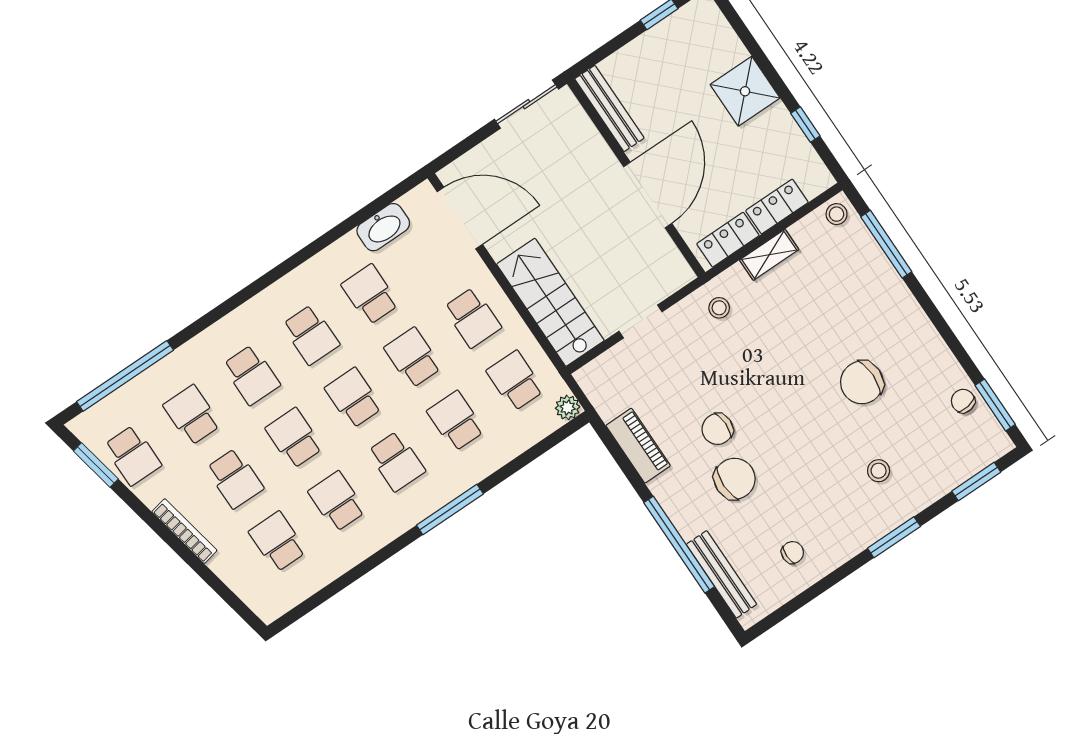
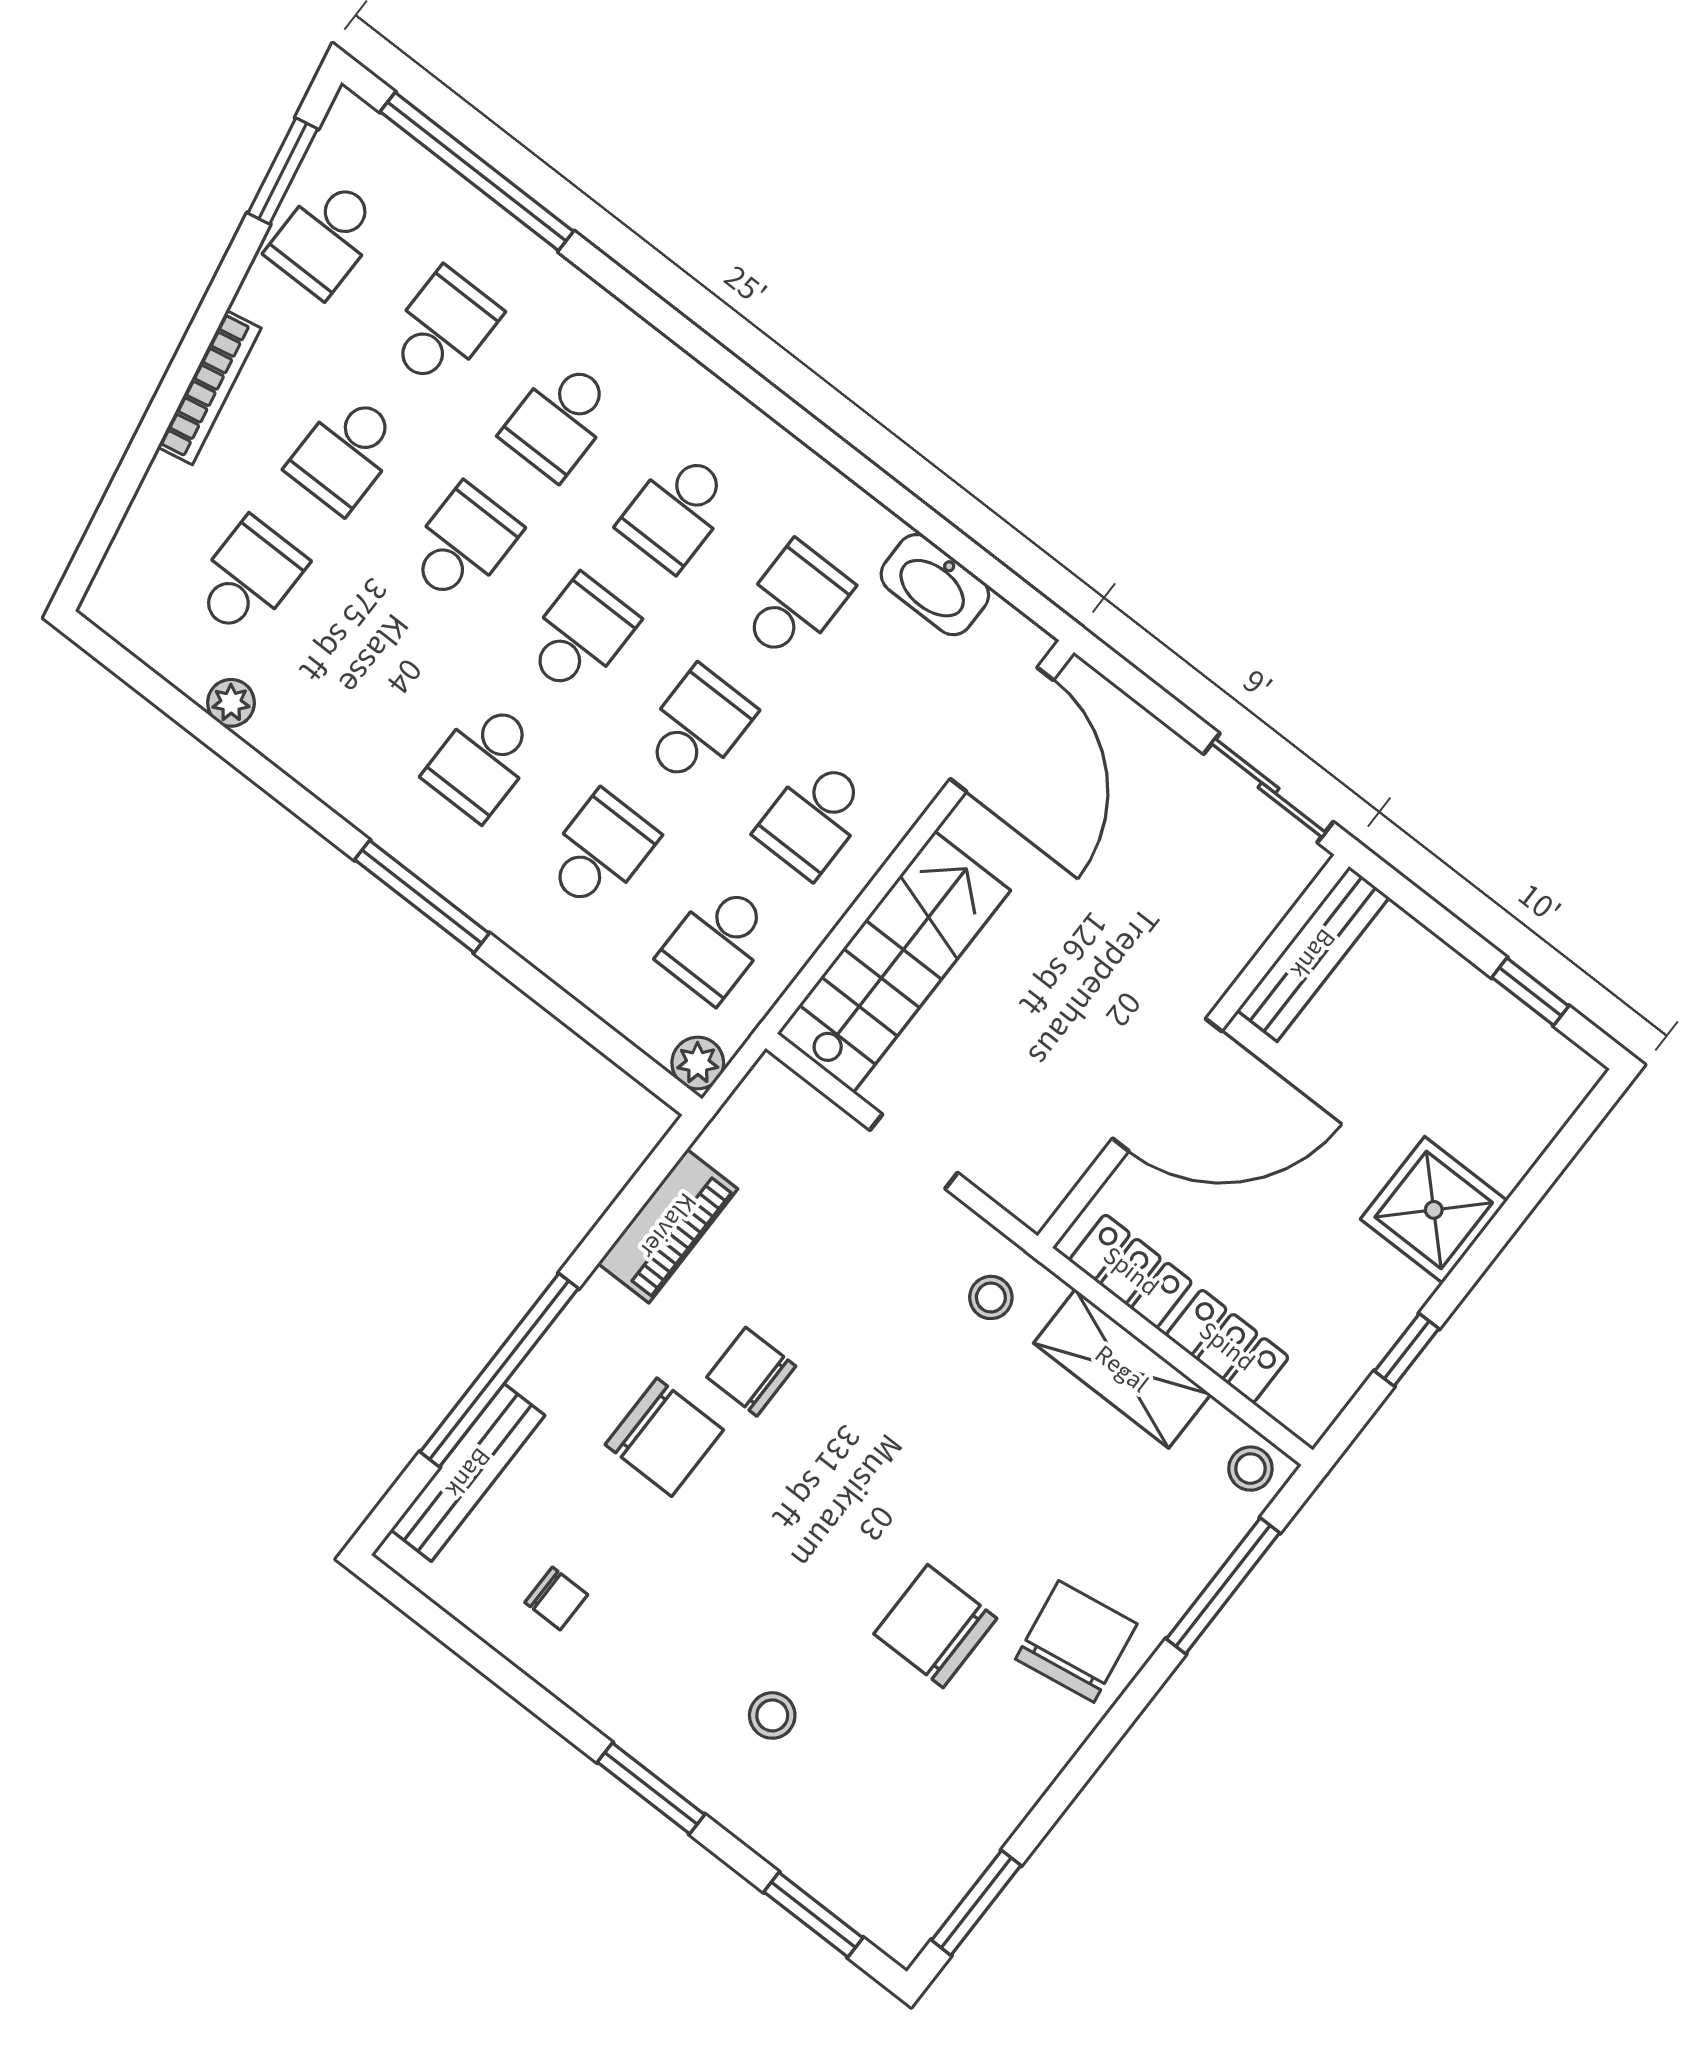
shelving: (769, 255) -> (1122, 1369), width x1.50, depth x1.33
school desk: (515, 381) -> (717, 943), turned 180
chair: (963, 401) -> (1076, 1641), moved, width x1.87, depth x1.87
school desk: (337, 501) -> (365, 669), removed
plant: (332, 568) -> (231, 703), added

